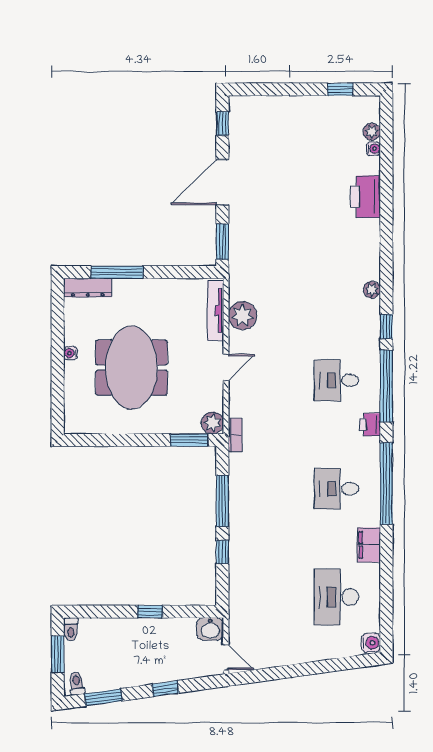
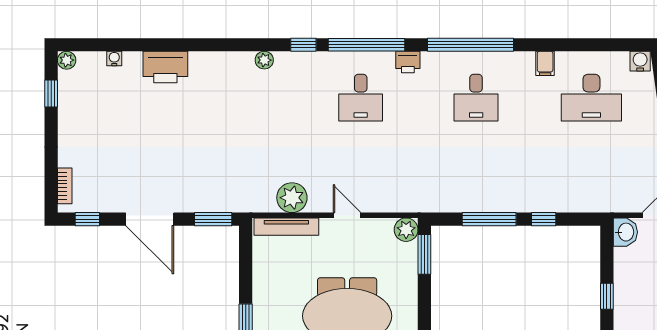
plant: (372, 132) -> (67, 60), moved
bookcase: (235, 435) -> (65, 186), moved, turned 90
filing cabinet: (369, 545) -> (545, 63), width x0.50

